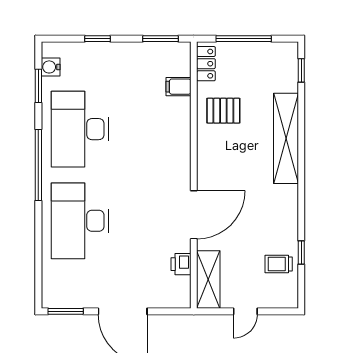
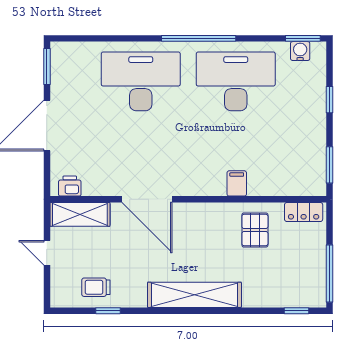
window: (244, 39) -> (330, 274), moved
window: (38, 86) -> (303, 38), moved
filing cabinet: (178, 87) -> (237, 183), moved
shelving: (286, 138) -> (194, 295), moved
printer: (181, 264) -> (70, 186), moved
trolley: (279, 264) -> (96, 287), turned -90

